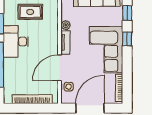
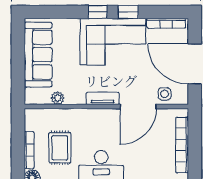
window: (127, 13) -> (128, 12), moved
plant: (66, 25) -> (58, 98), moved
door: (60, 68) -> (138, 107), hinge flipped

